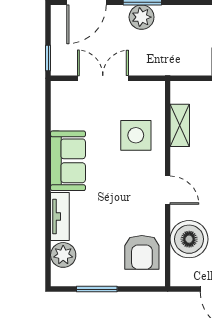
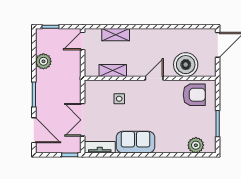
plant: (142, 17) -> (43, 61), moved
side table: (136, 135) -> (119, 99), width x0.54, depth x0.54
tv unit: (60, 217) -> (100, 147), moved

